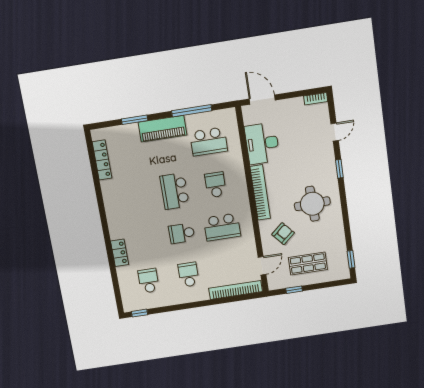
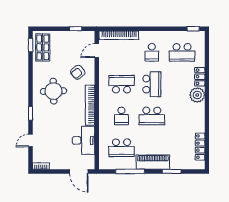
school desk: (209, 142) -> (122, 148), turned 180
school desk: (175, 191) -> (152, 116), turned 90
plant: (118, 228) -> (197, 95), added
school desk: (182, 233) -> (152, 84), width x1.85
shop shelf: (308, 264) -> (43, 47), moved, turned 90
school desk: (149, 281) -> (182, 52), width x1.85

